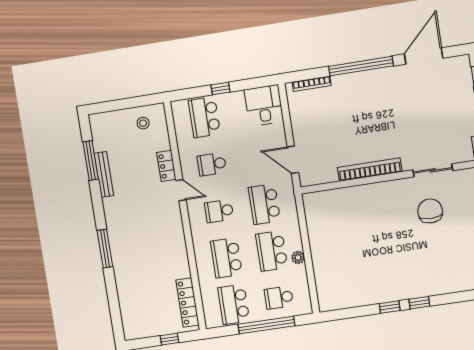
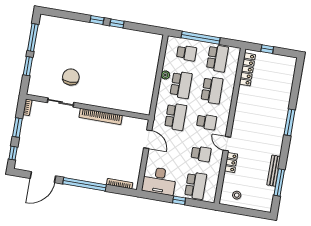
desk: (264, 105) -> (159, 181), width x1.37
chair: (430, 211) -> (71, 77), turned 180

